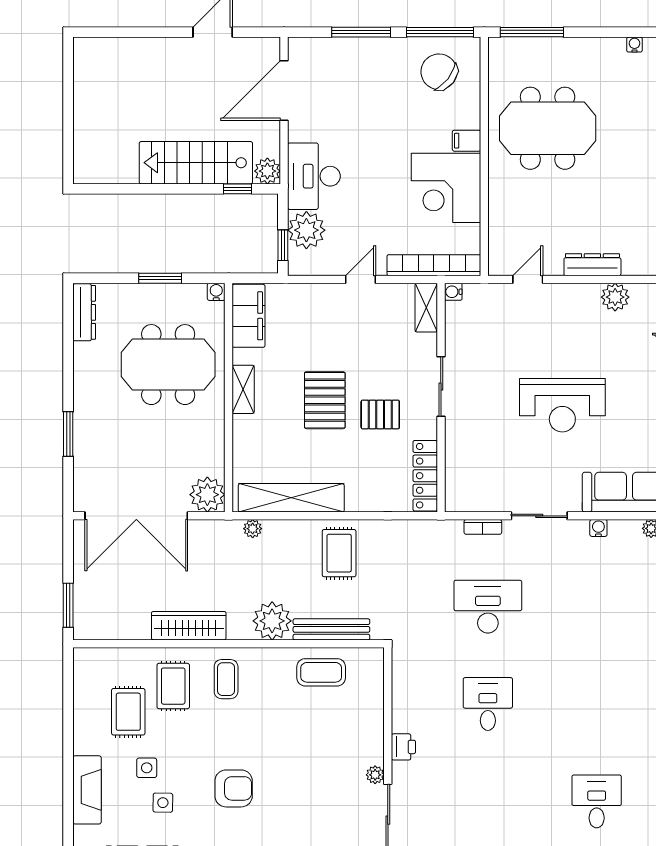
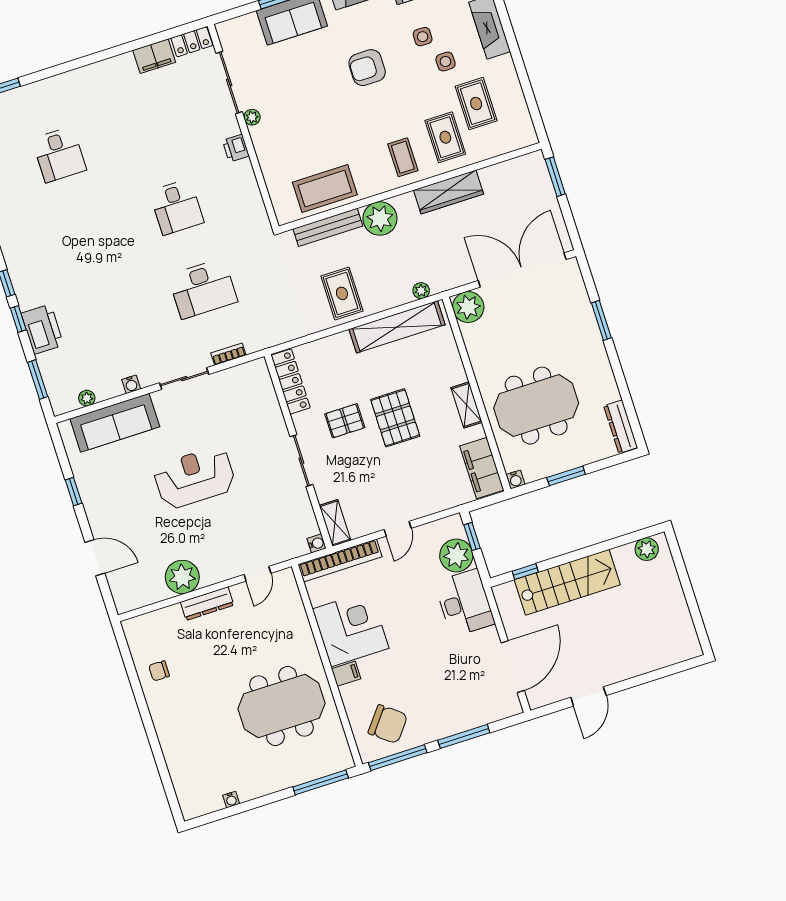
plant: (267, 171) -> (647, 549), moved
plant: (615, 297) -> (182, 577), width x1.36, depth x1.36
coffee table: (321, 672) -> (325, 189), width x1.36, depth x1.32

